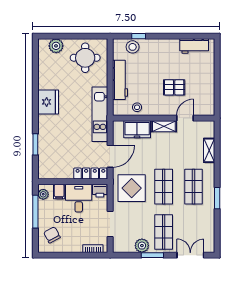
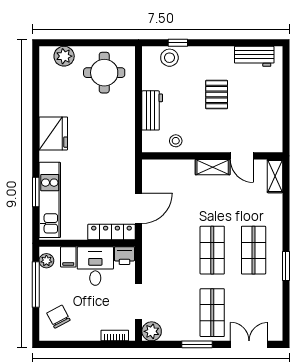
workbench: (120, 80) -> (152, 110), width x0.73
pallet: (174, 87) -> (217, 95), moved, turned 90
kitchen unit: (100, 114) -> (50, 200), moved, turned 180
door: (185, 118) -> (242, 156), swing flipped
freezer: (137, 129) -> (176, 171), removed
shelving: (209, 150) -> (275, 176), moved
display table: (132, 188) -> (168, 252), removed
plant: (142, 246) -> (152, 331), moved

